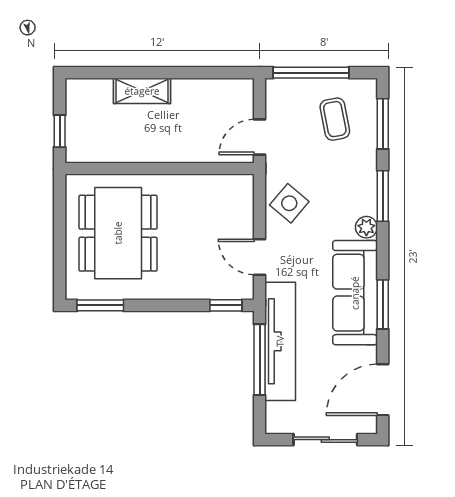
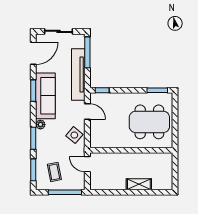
window: (60, 131) -> (175, 167), removed
door: (260, 137) -> (87, 164), swing flipped
dining table: (118, 233) -> (149, 122), turned 90
window: (260, 360) -> (87, 52), moved

